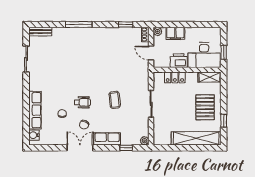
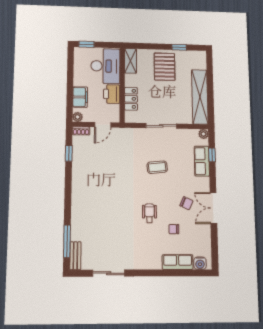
window: (79, 24) -> (67, 241), moved
window: (224, 52) -> (86, 44), moved
wheelchair: (82, 102) -> (149, 213), moved
pallet: (205, 107) -> (165, 67), turned 90
row of seats: (35, 110) -> (178, 262), width x0.68
shelving: (196, 138) -> (200, 97), moved
row of seats: (107, 139) -> (202, 161), moved

